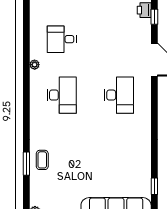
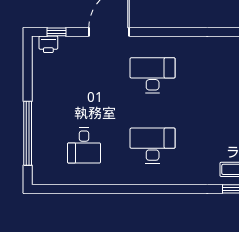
plant: (35, 65) -> (115, 179), removed

